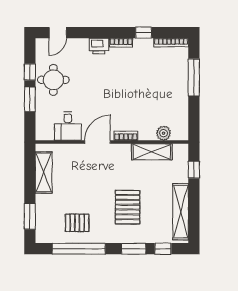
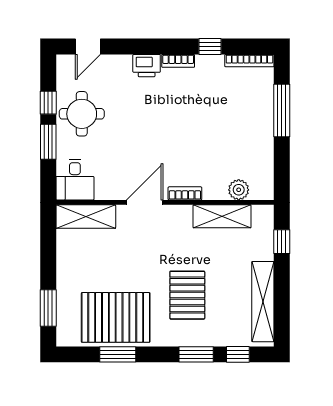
desk: (68, 126) -> (75, 180), moved
shelving: (44, 173) -> (86, 217), moved, turned 90
pallet: (77, 223) -> (116, 317), width x2.05, depth x2.00
window: (79, 249) -> (118, 354), width x0.47

